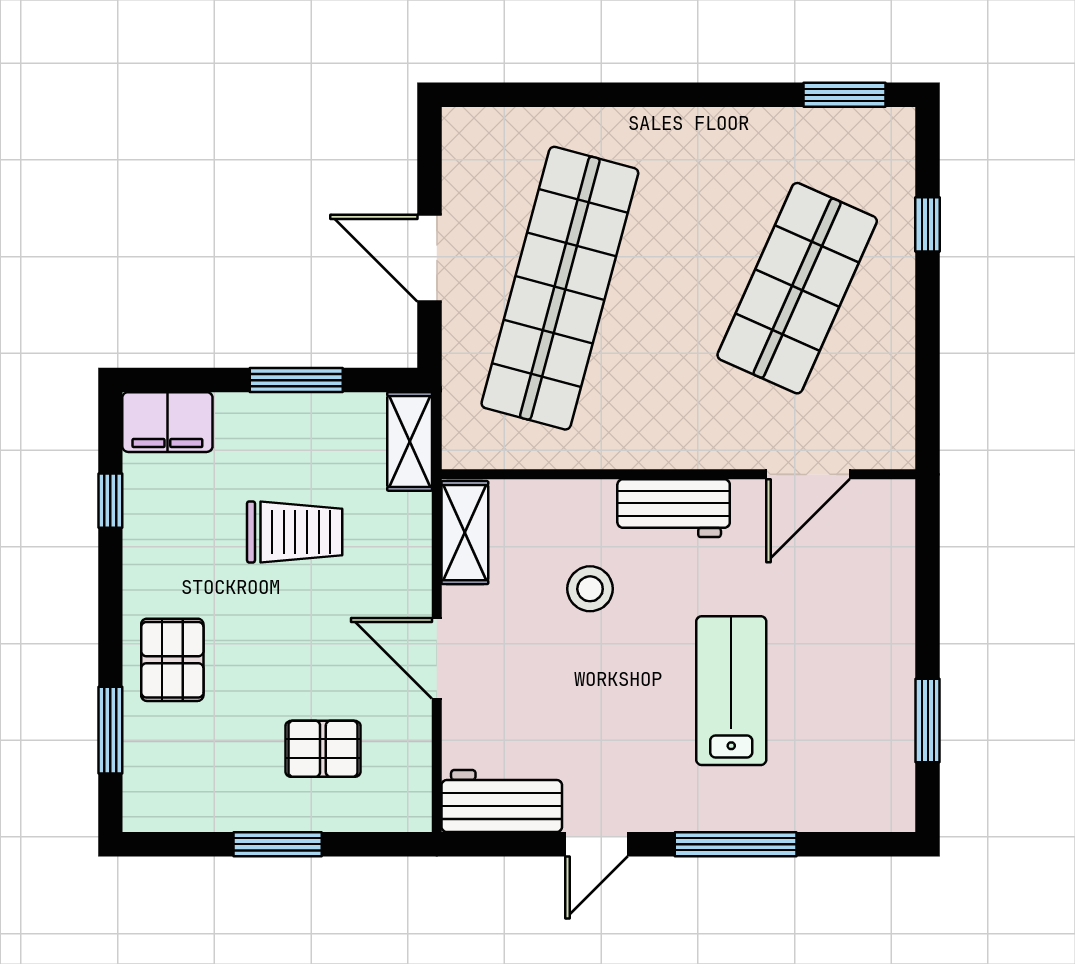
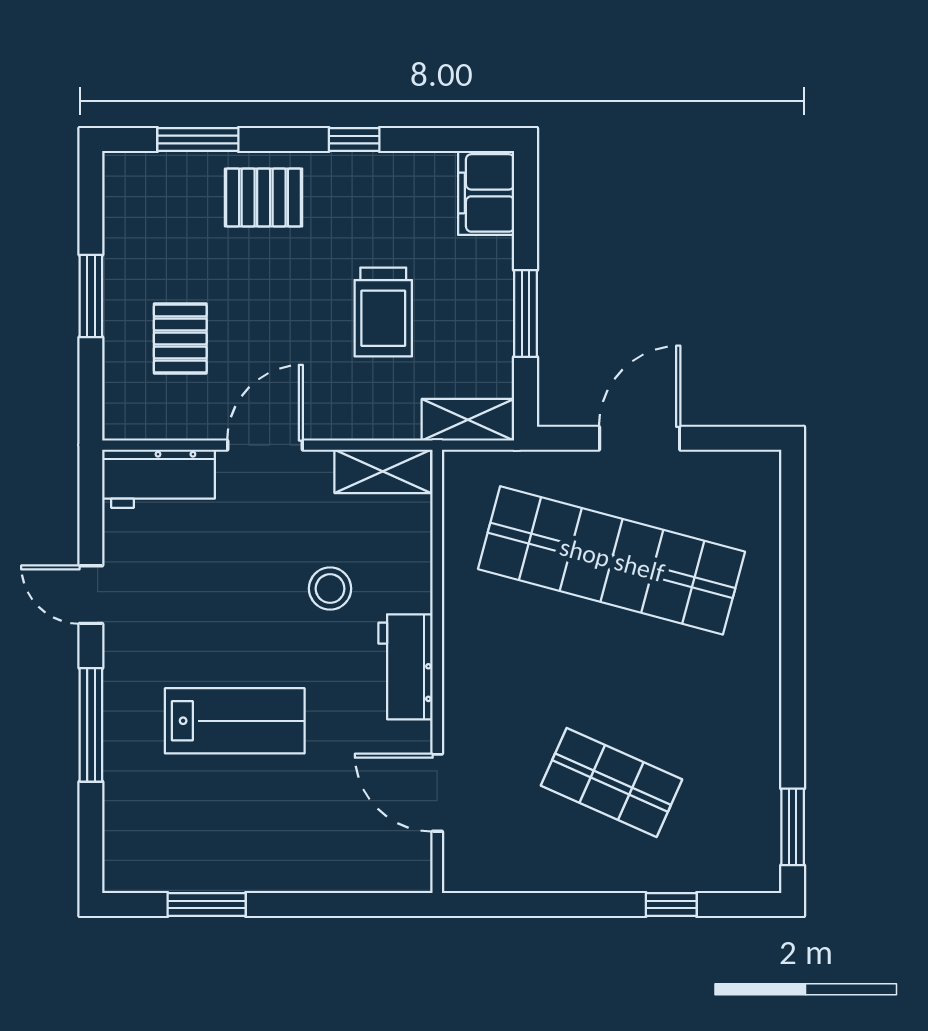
shop shelf: (797, 288) -> (612, 783), width x0.70, depth x0.74
window: (110, 501) -> (354, 140), moved
workbench: (502, 801) -> (159, 479), moved, turned 90

